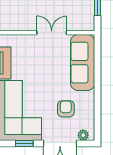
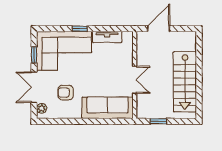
armchair: (66, 109) -> (66, 93), turned 180

